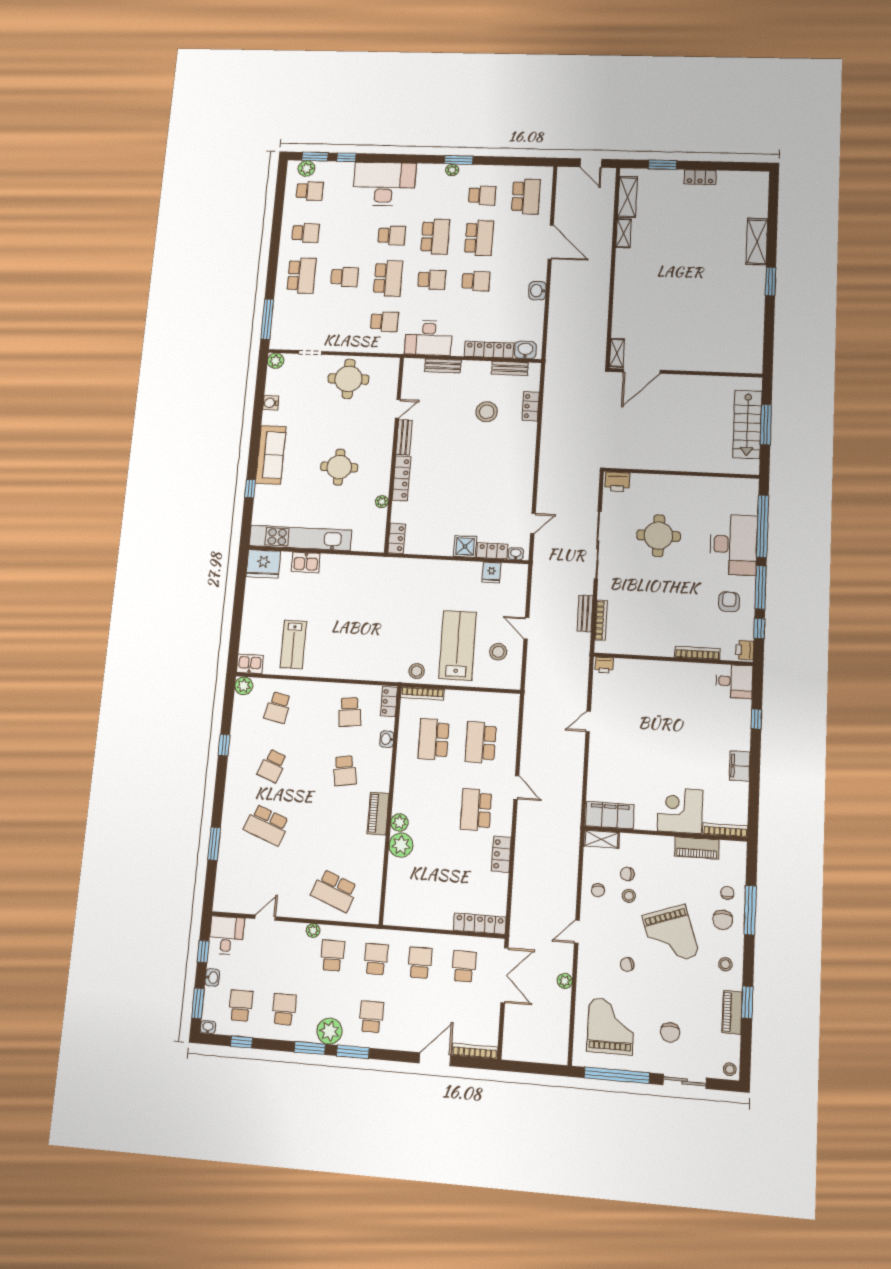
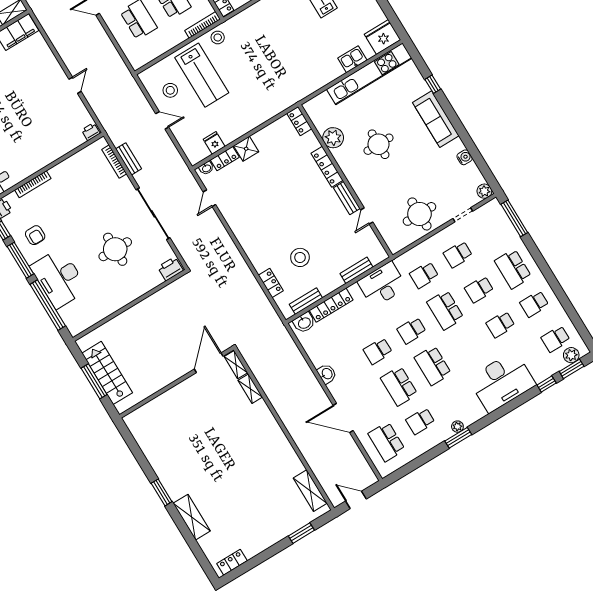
locker: (700, 177) -> (232, 562), moved
shelving: (624, 233) -> (250, 389), moved
school desk: (392, 235) -> (500, 324), moved
school desk: (341, 320) -> (458, 254), added
plant: (382, 502) -> (333, 138), width x1.87, depth x1.87

